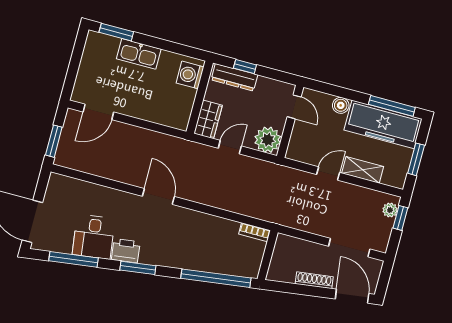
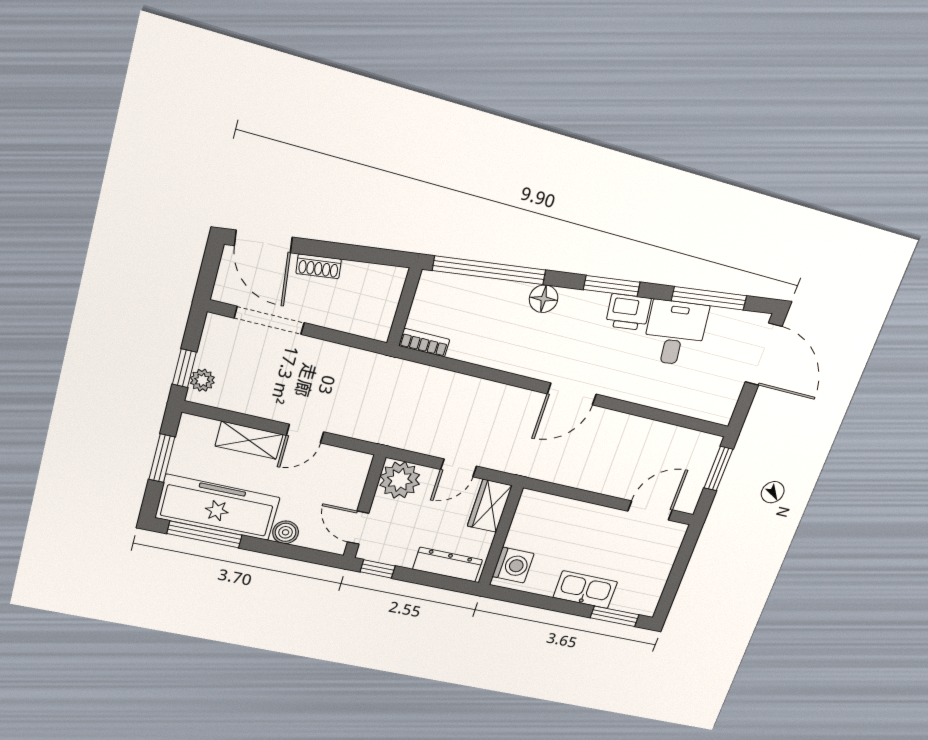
window: (245, 67) -> (378, 569), moved
door: (158, 196) -> (572, 394), hinge flipped
floor lamp: (181, 260) -> (544, 299), added
shoe rack: (314, 280) -> (319, 266), width x0.70

